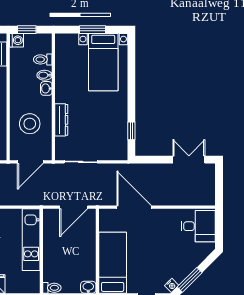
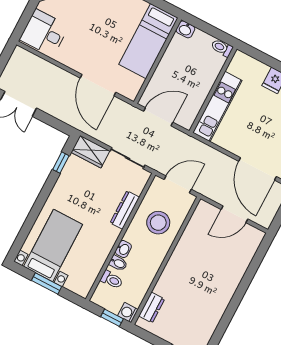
wardrobe: (113, 152) -> (90, 152), added

